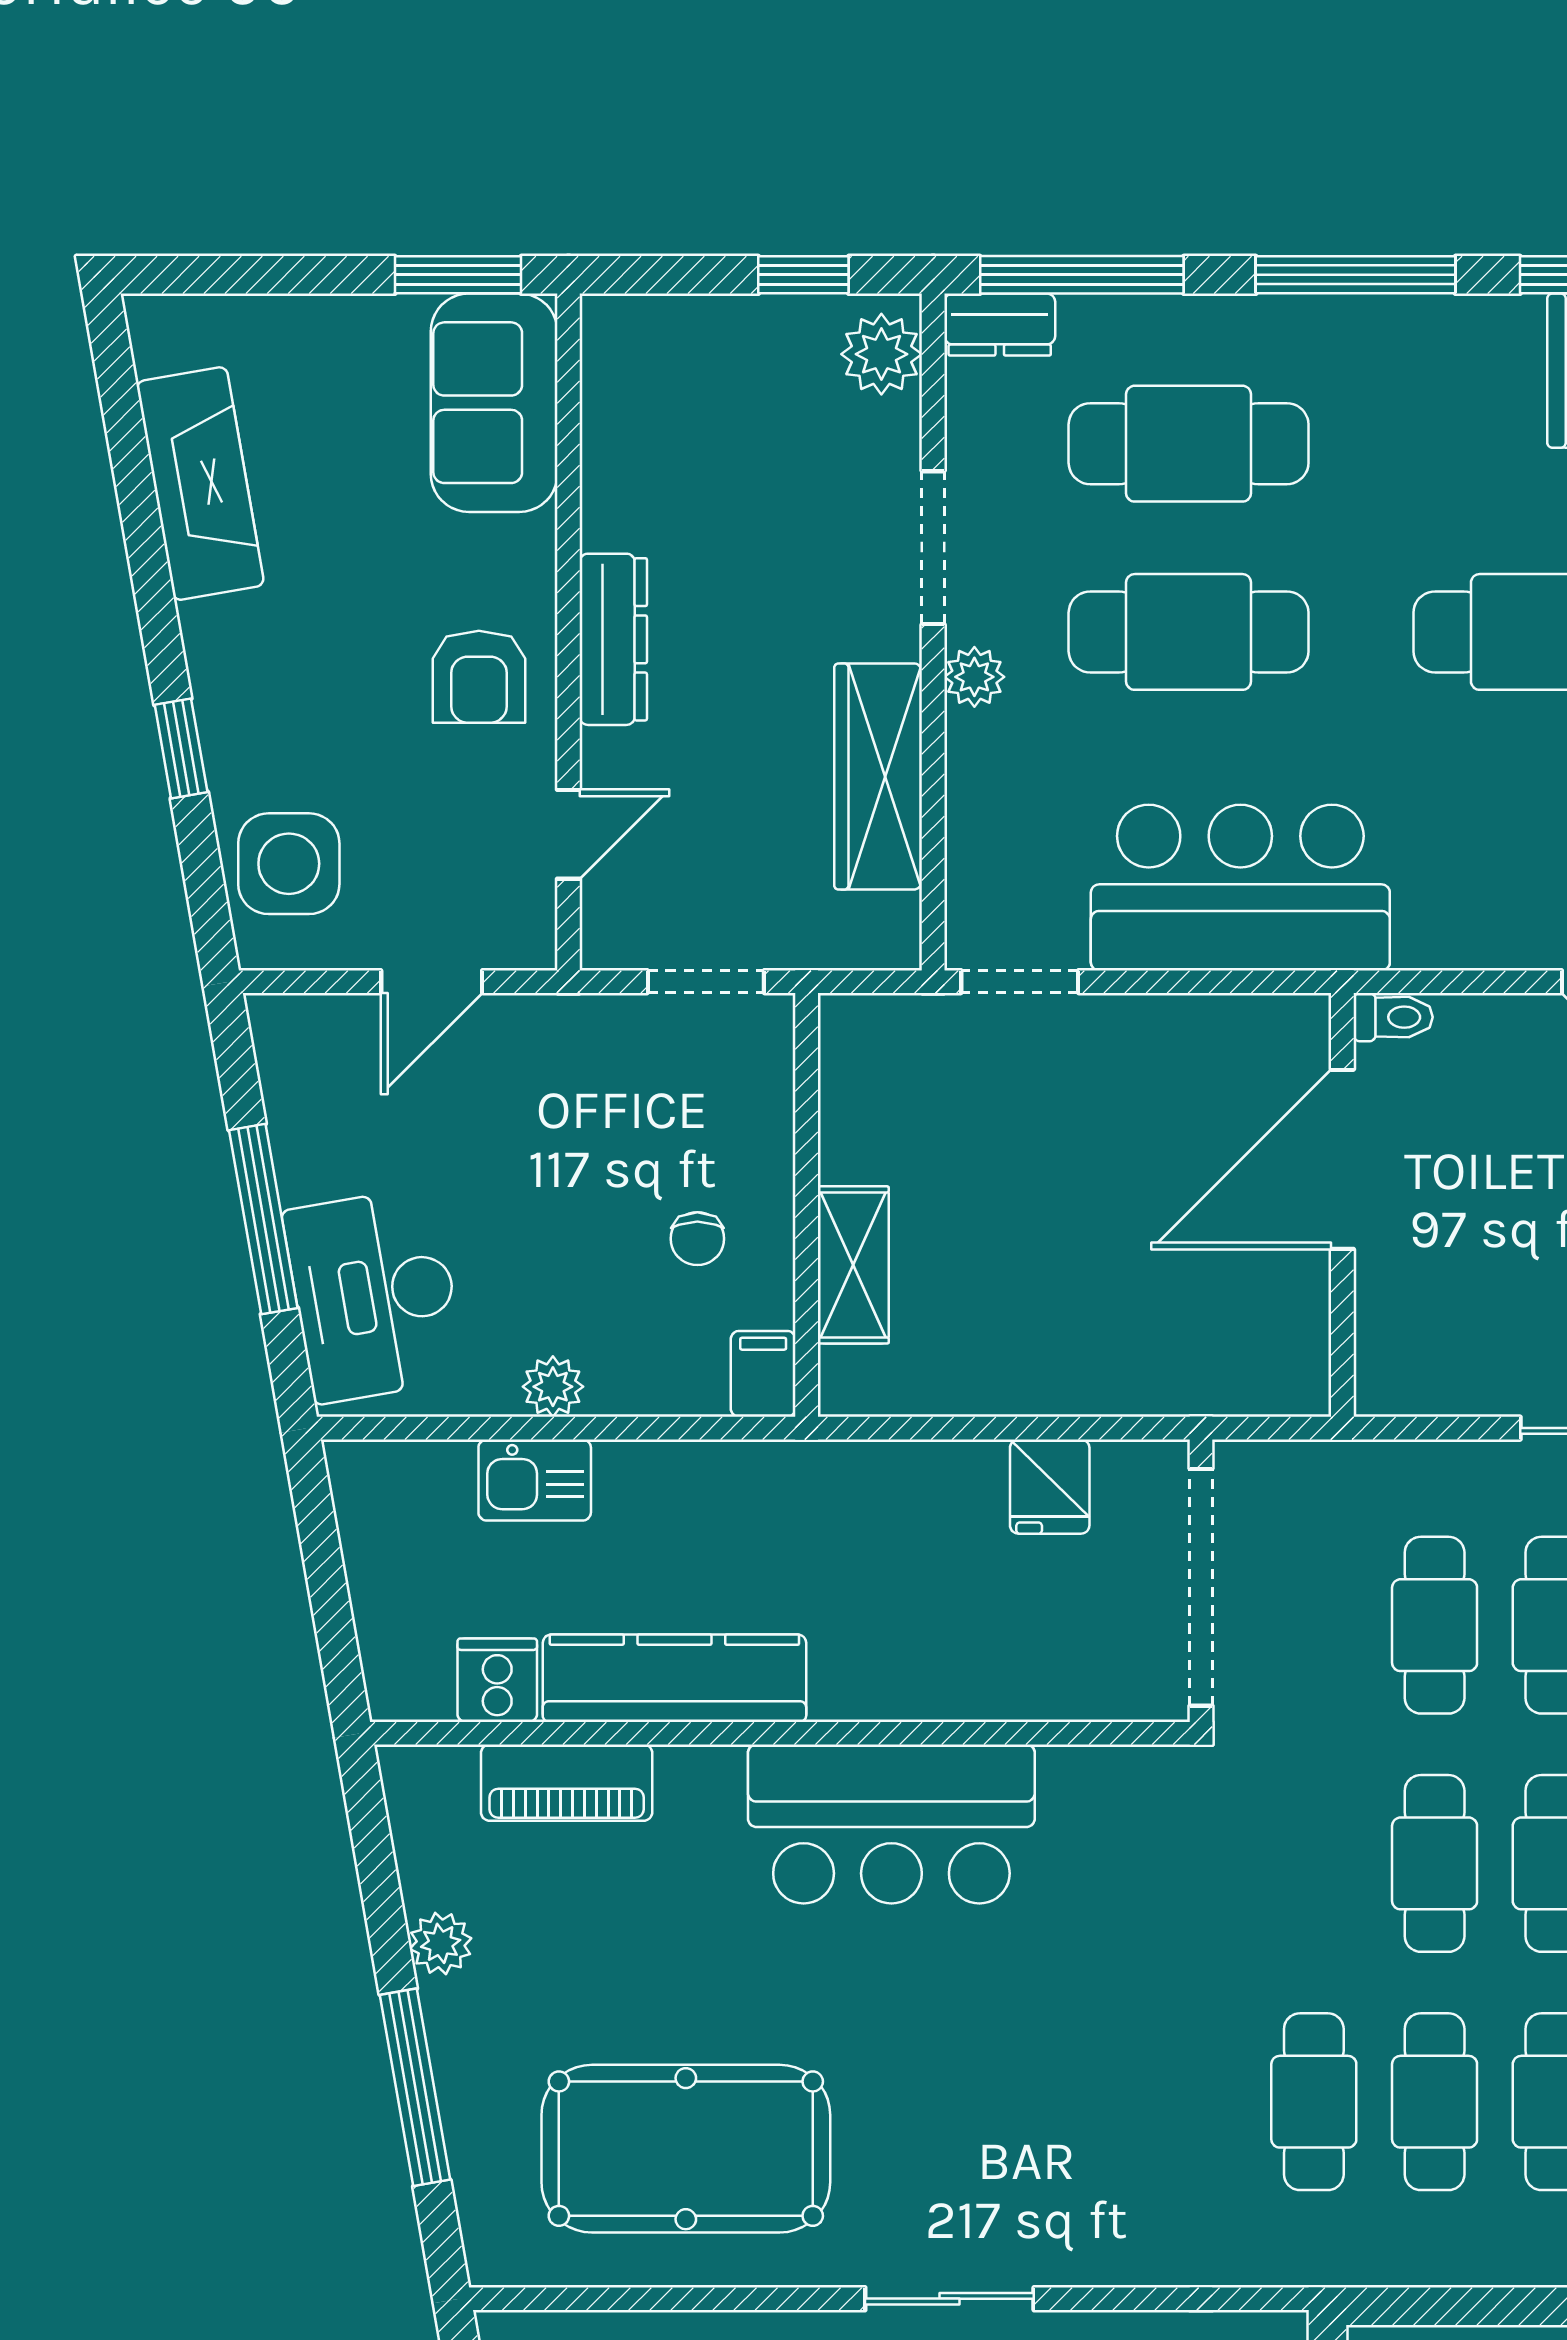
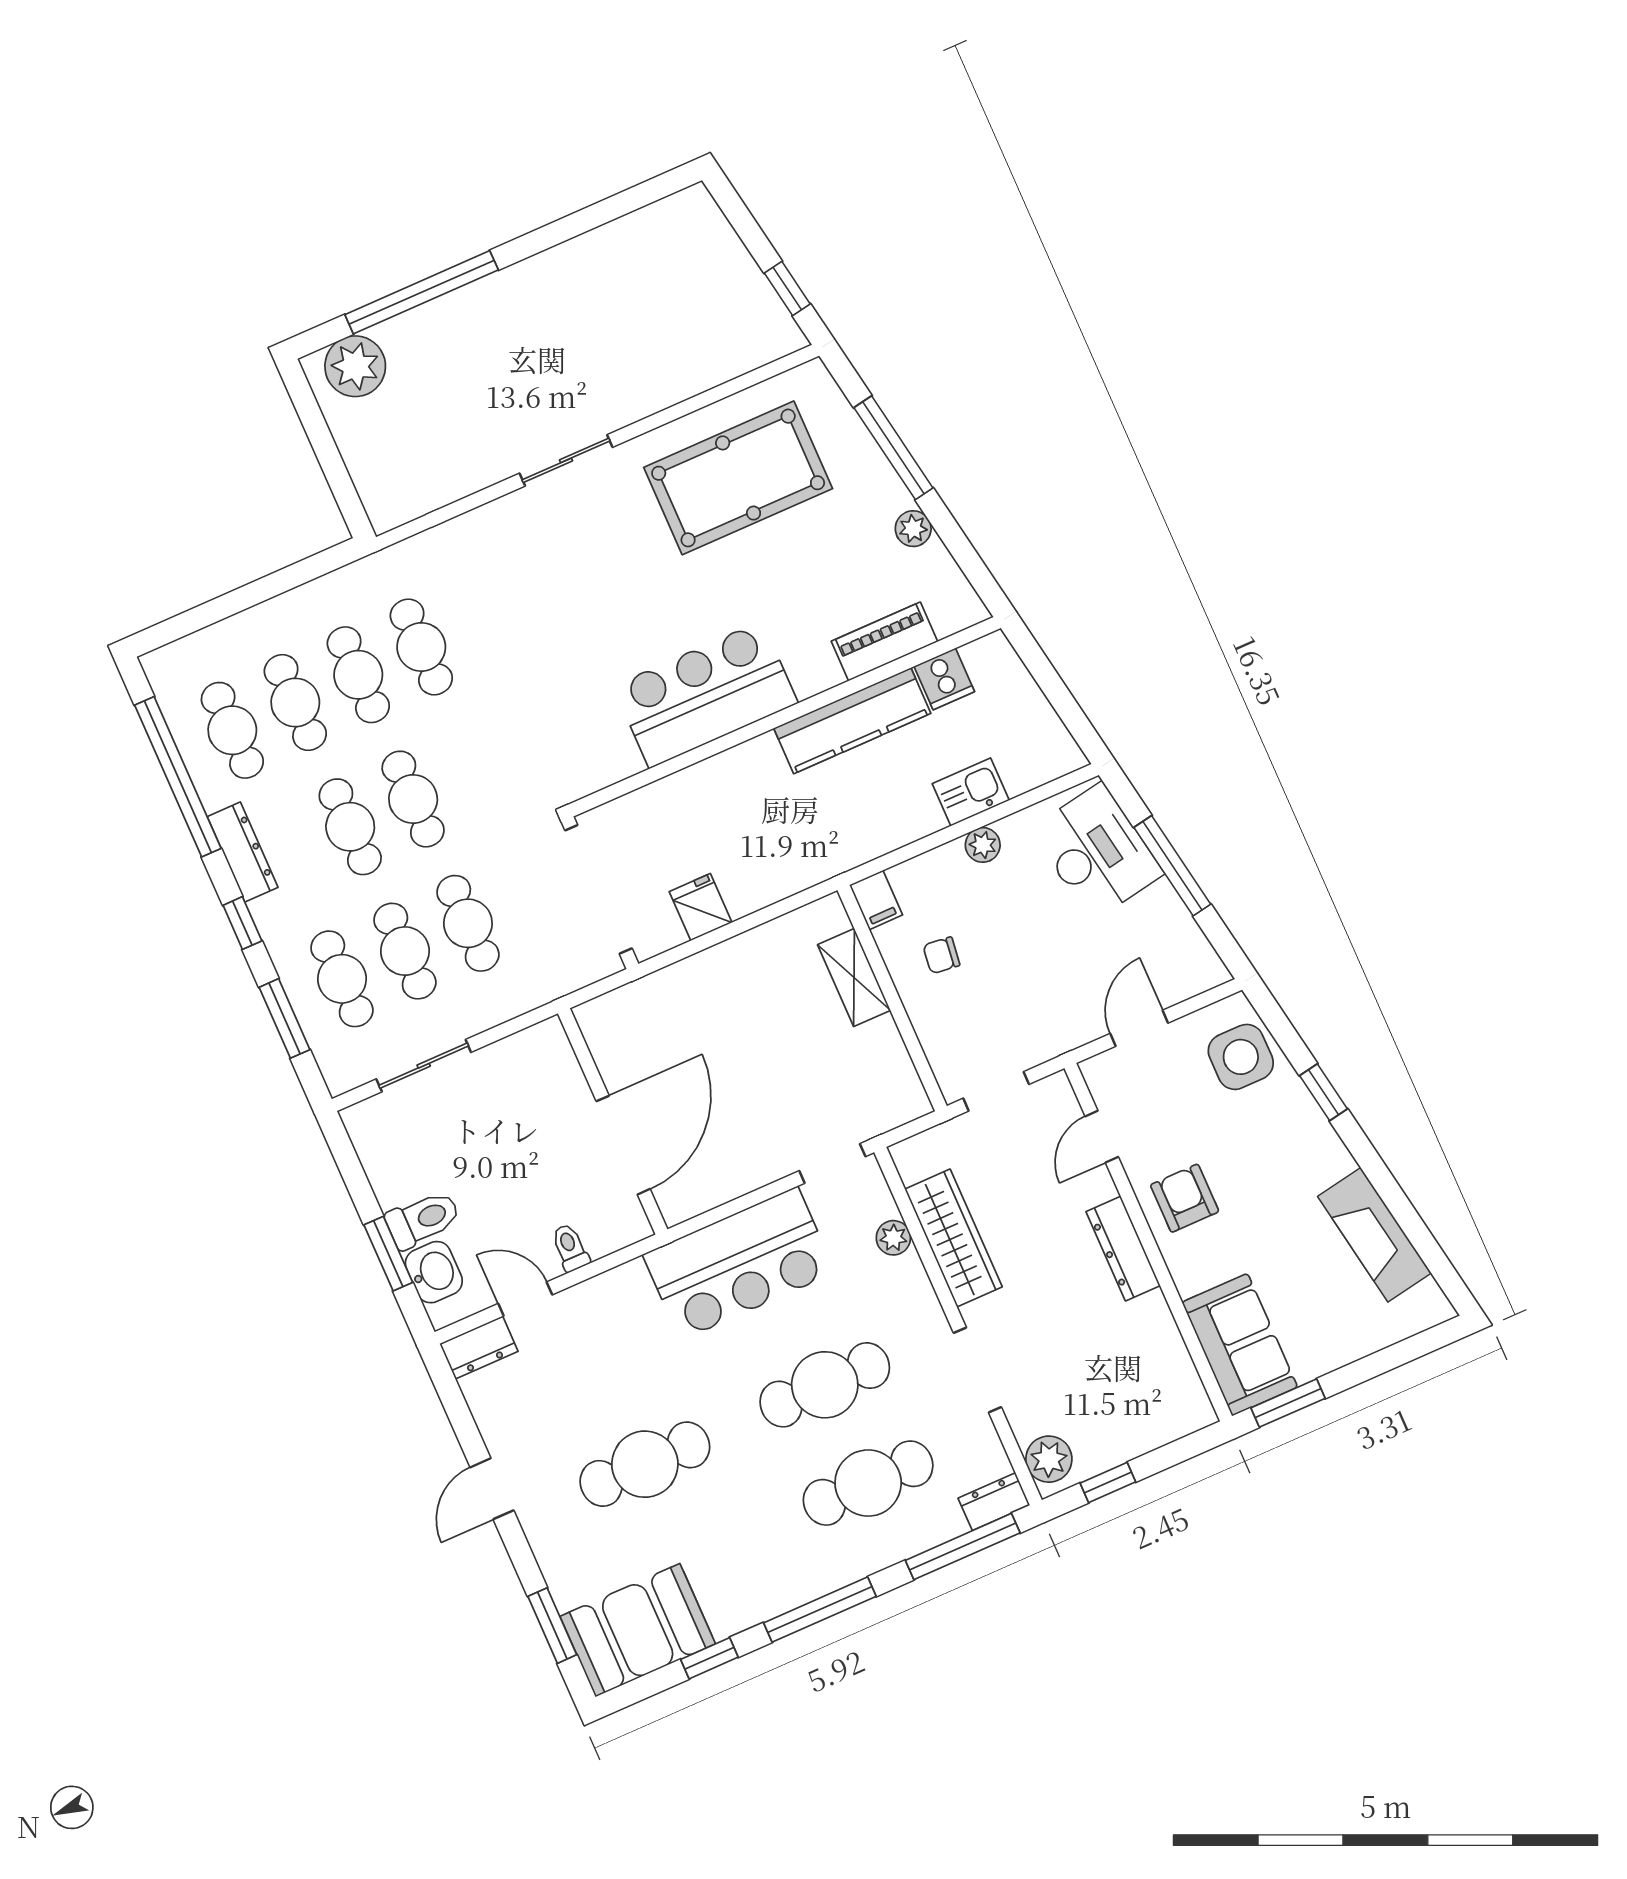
plant: (974, 677) -> (893, 1238), moved
toilet: (1393, 1017) -> (570, 1248), moved, turned 90
chair: (697, 1239) -> (941, 955), turned -83

